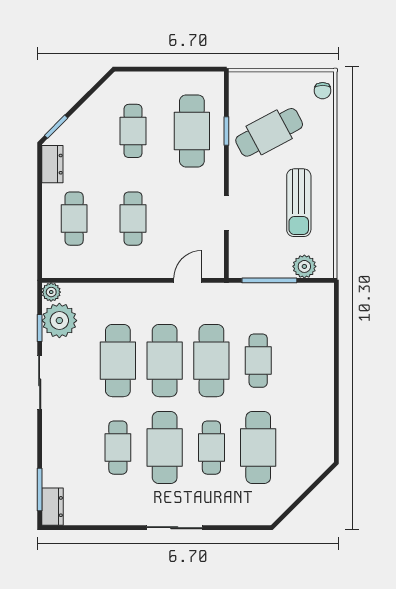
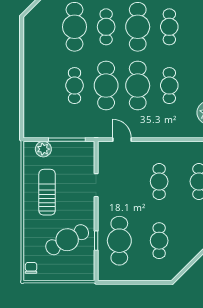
door: (188, 280) -> (122, 140), swing flipped
cafe table: (118, 361) -> (169, 86), width x0.73, depth x0.74

